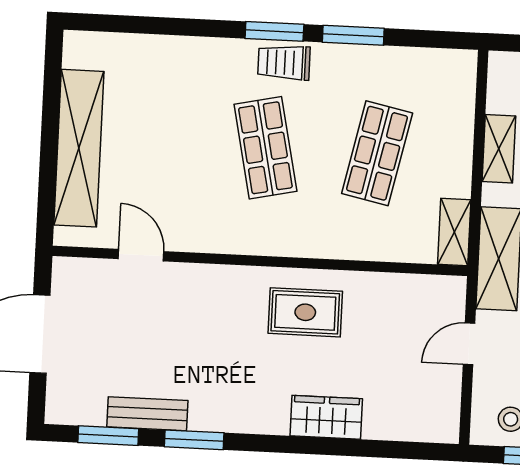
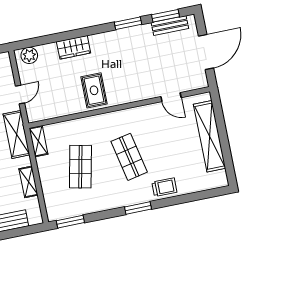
window: (353, 35) -> (70, 222), moved
trolley: (284, 62) -> (164, 187), moved
rug: (305, 312) -> (94, 90), turned 90
bench: (147, 414) -> (170, 26), moved
plant: (427, 424) -> (29, 55), added

